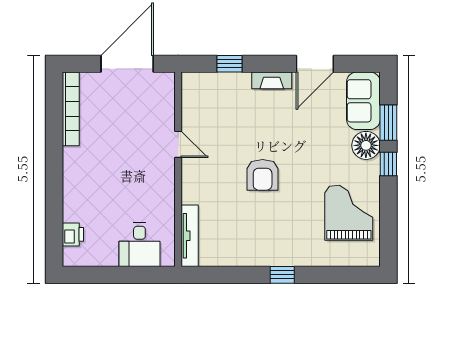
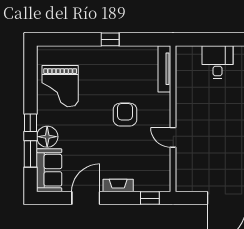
door: (178, 144) -> (173, 137), moved
wall: (178, 169) -> (173, 119), moved
tv unit: (190, 236) -> (164, 69), moved

